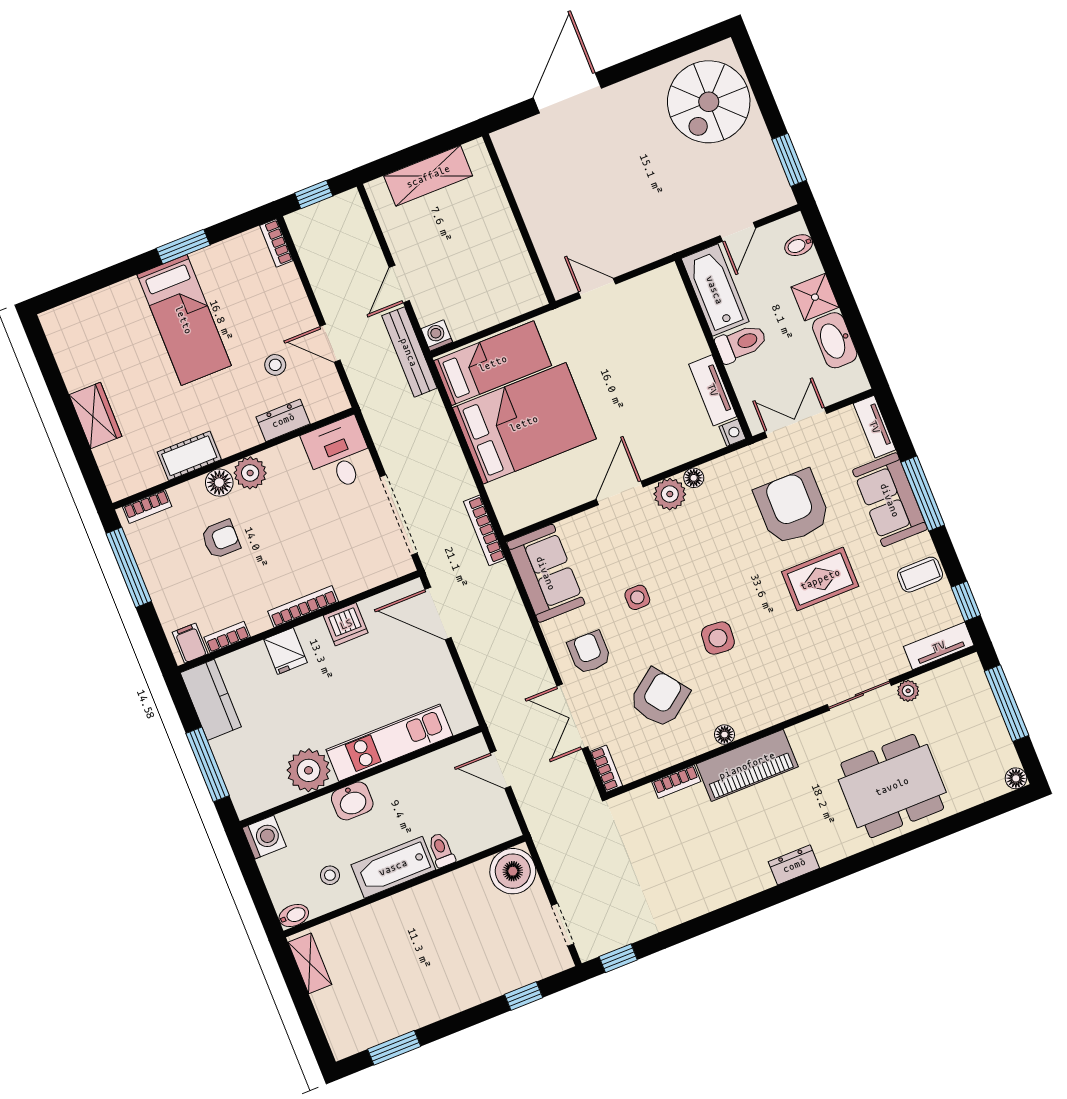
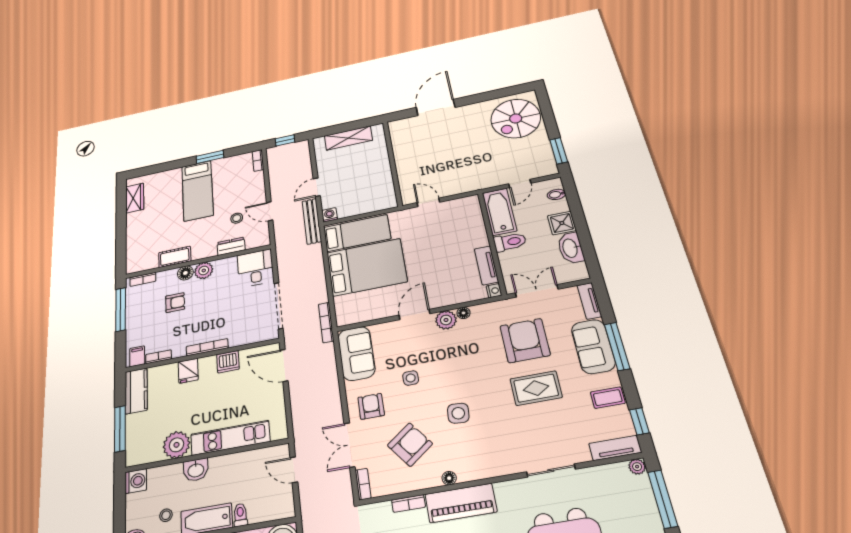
wardrobe: (95, 416) -> (135, 198), moved
plant: (908, 691) -> (637, 467), moved

